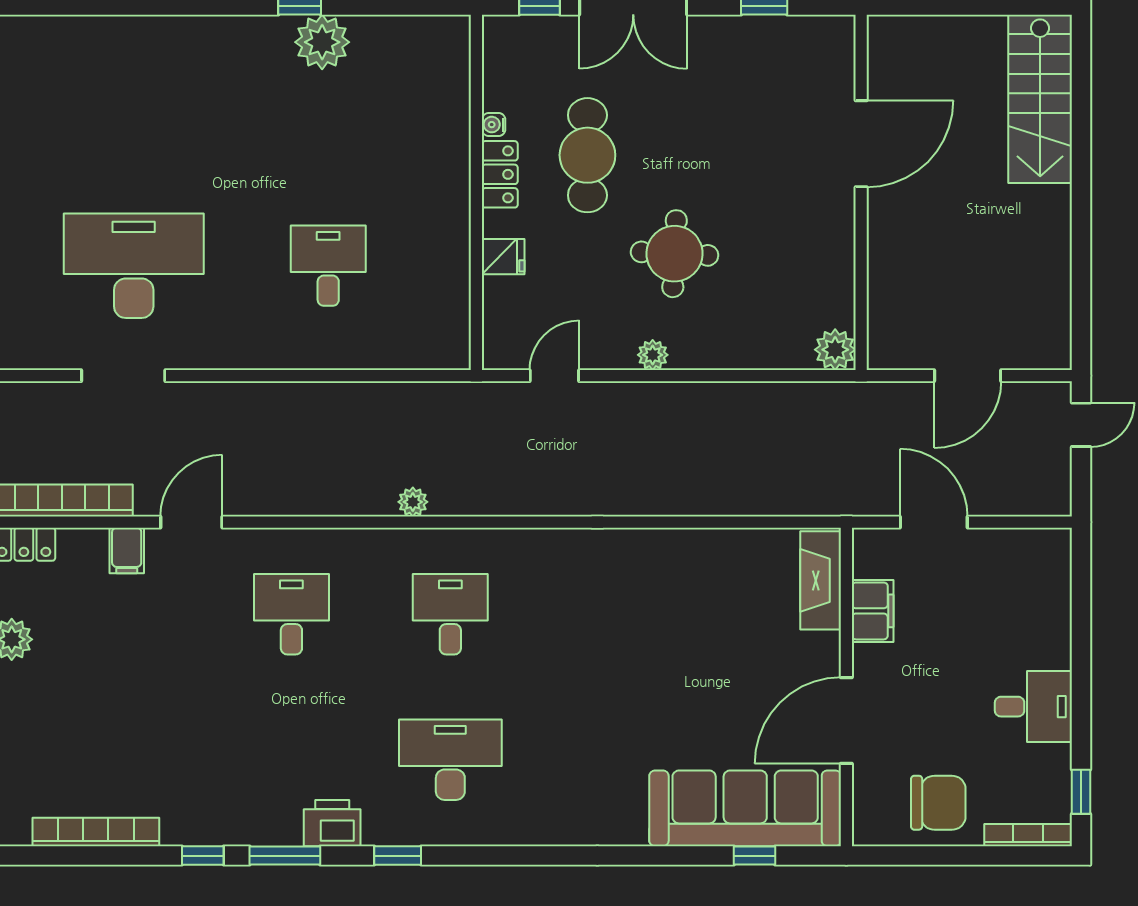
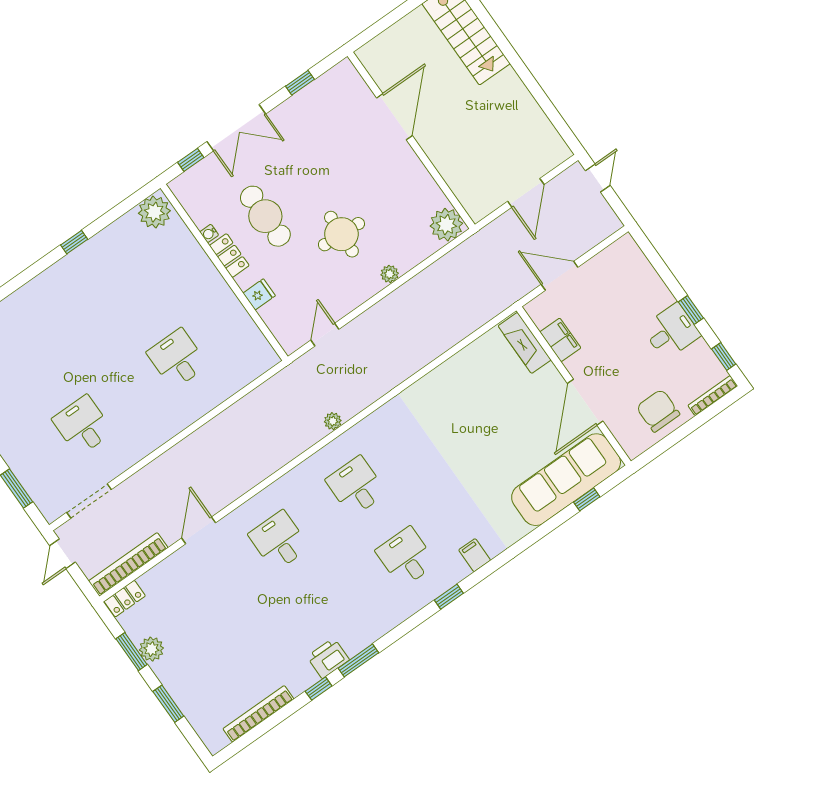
plant: (322, 42) -> (154, 212), moved
desk: (134, 266) -> (83, 426), width x0.53, depth x0.77
plant: (835, 350) -> (446, 225), width x1.36, depth x1.36
plant: (653, 355) -> (390, 274), moved
doorway: (123, 376) -> (89, 501), moved
plant: (413, 502) -> (333, 421), moved
filing cabinet: (127, 551) -> (475, 555), moved, turned 180
window: (1081, 696) -> (691, 310), added
desk: (450, 760) -> (406, 557), width x0.73
chair: (938, 803) -> (658, 411), turned -90
printer: (332, 823) -> (328, 658), moved
window: (398, 856) -> (449, 597), moved

